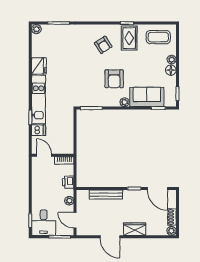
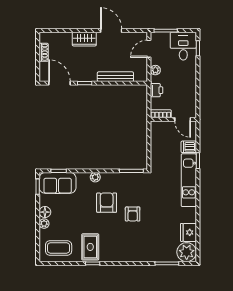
plant: (36, 29) -> (187, 252), width x1.87, depth x1.87
armchair: (103, 45) -> (133, 214), moved, turned -147
fridge: (39, 66) -> (188, 232), moved
sofa: (147, 97) -> (58, 183), moved
door: (75, 220) -> (149, 49), swing flipped
plant: (171, 231) -> (44, 37), removed

